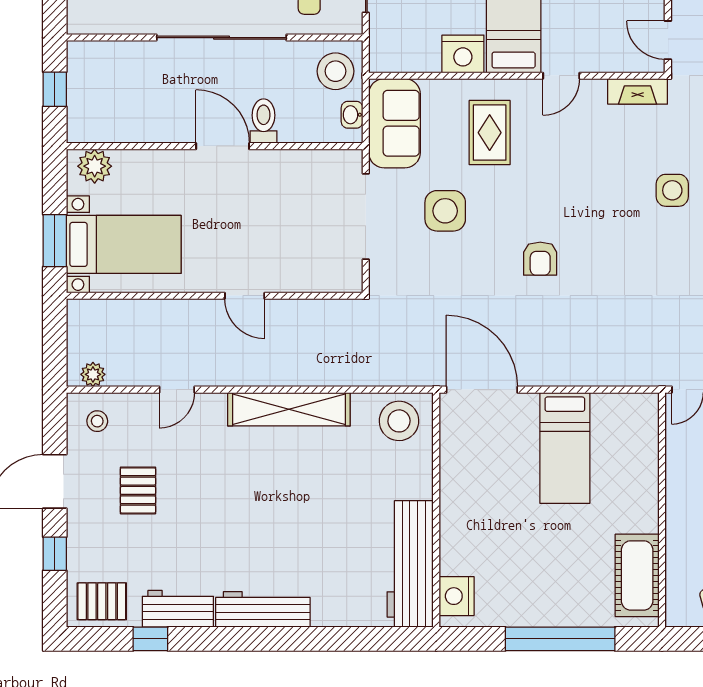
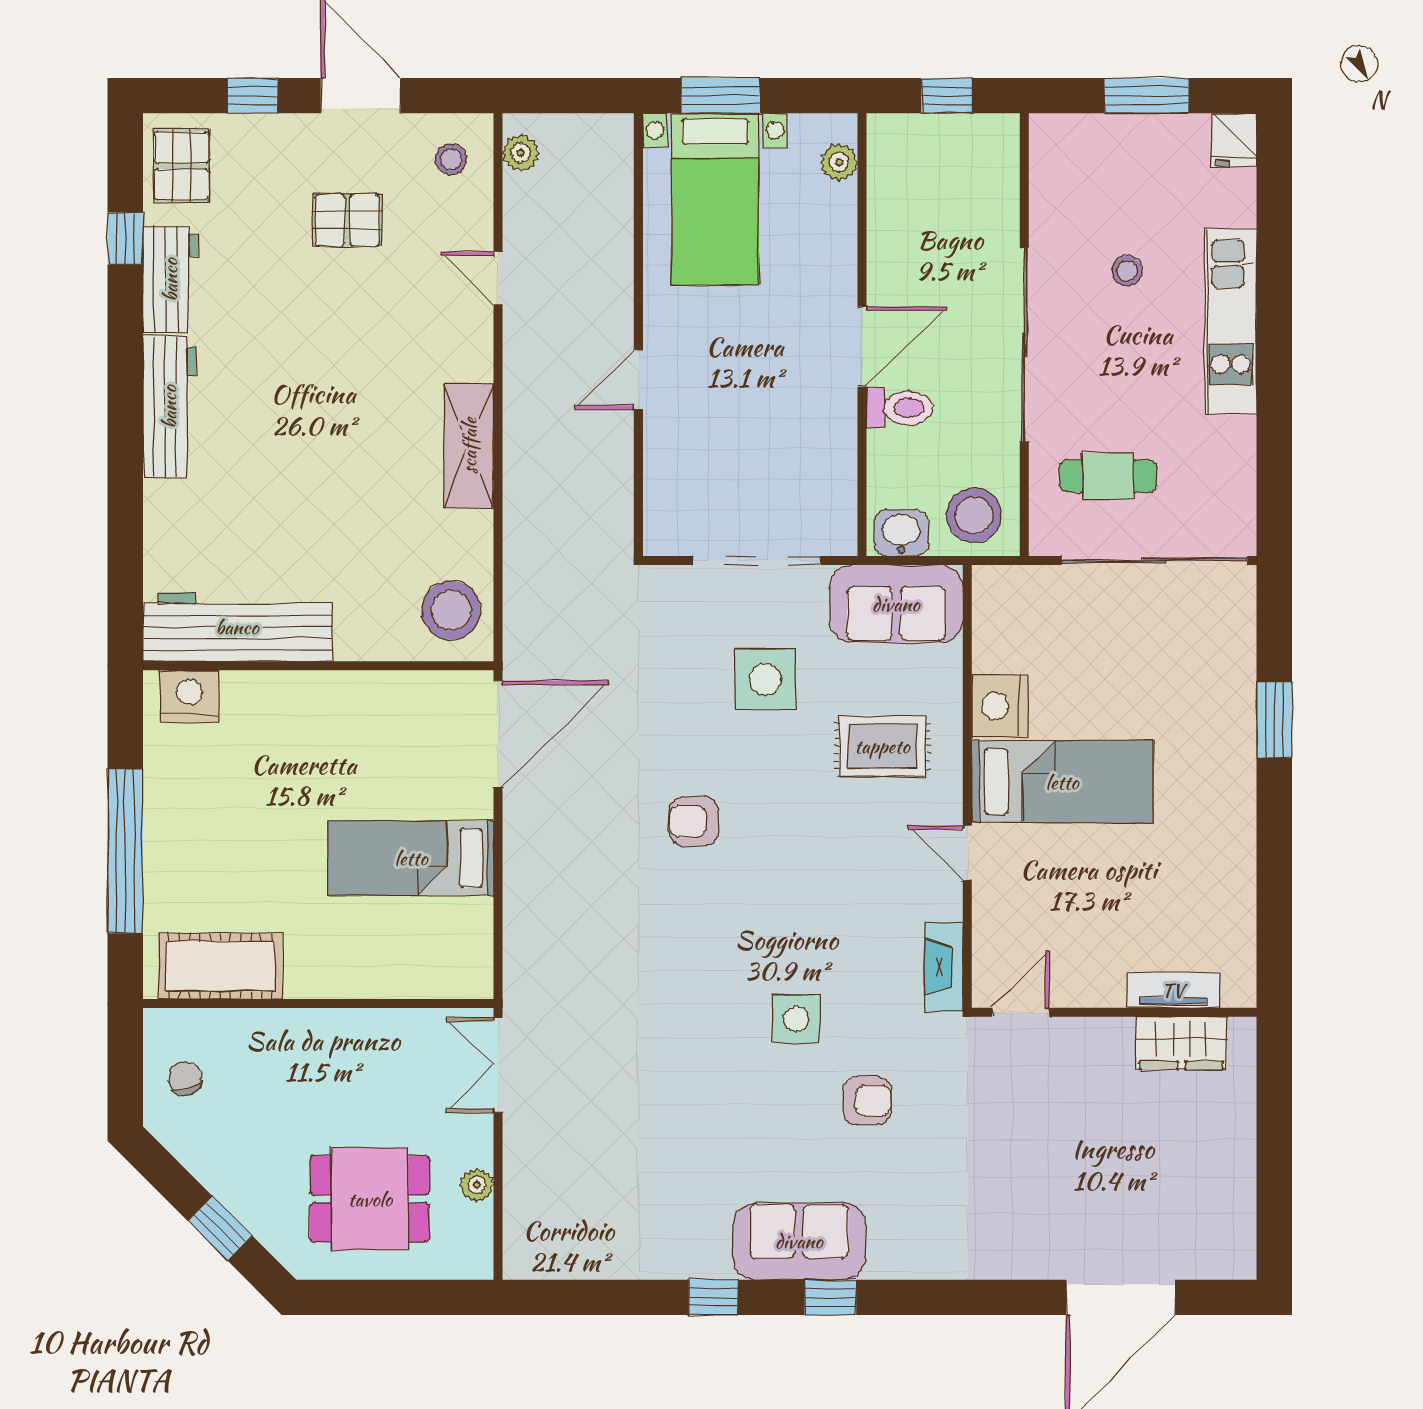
washbasin: (352, 115) -> (901, 533), width x1.38, depth x1.45
plant: (95, 166) -> (839, 162), width x0.73, depth x0.73
shelving: (289, 409) -> (469, 446), width x0.68

